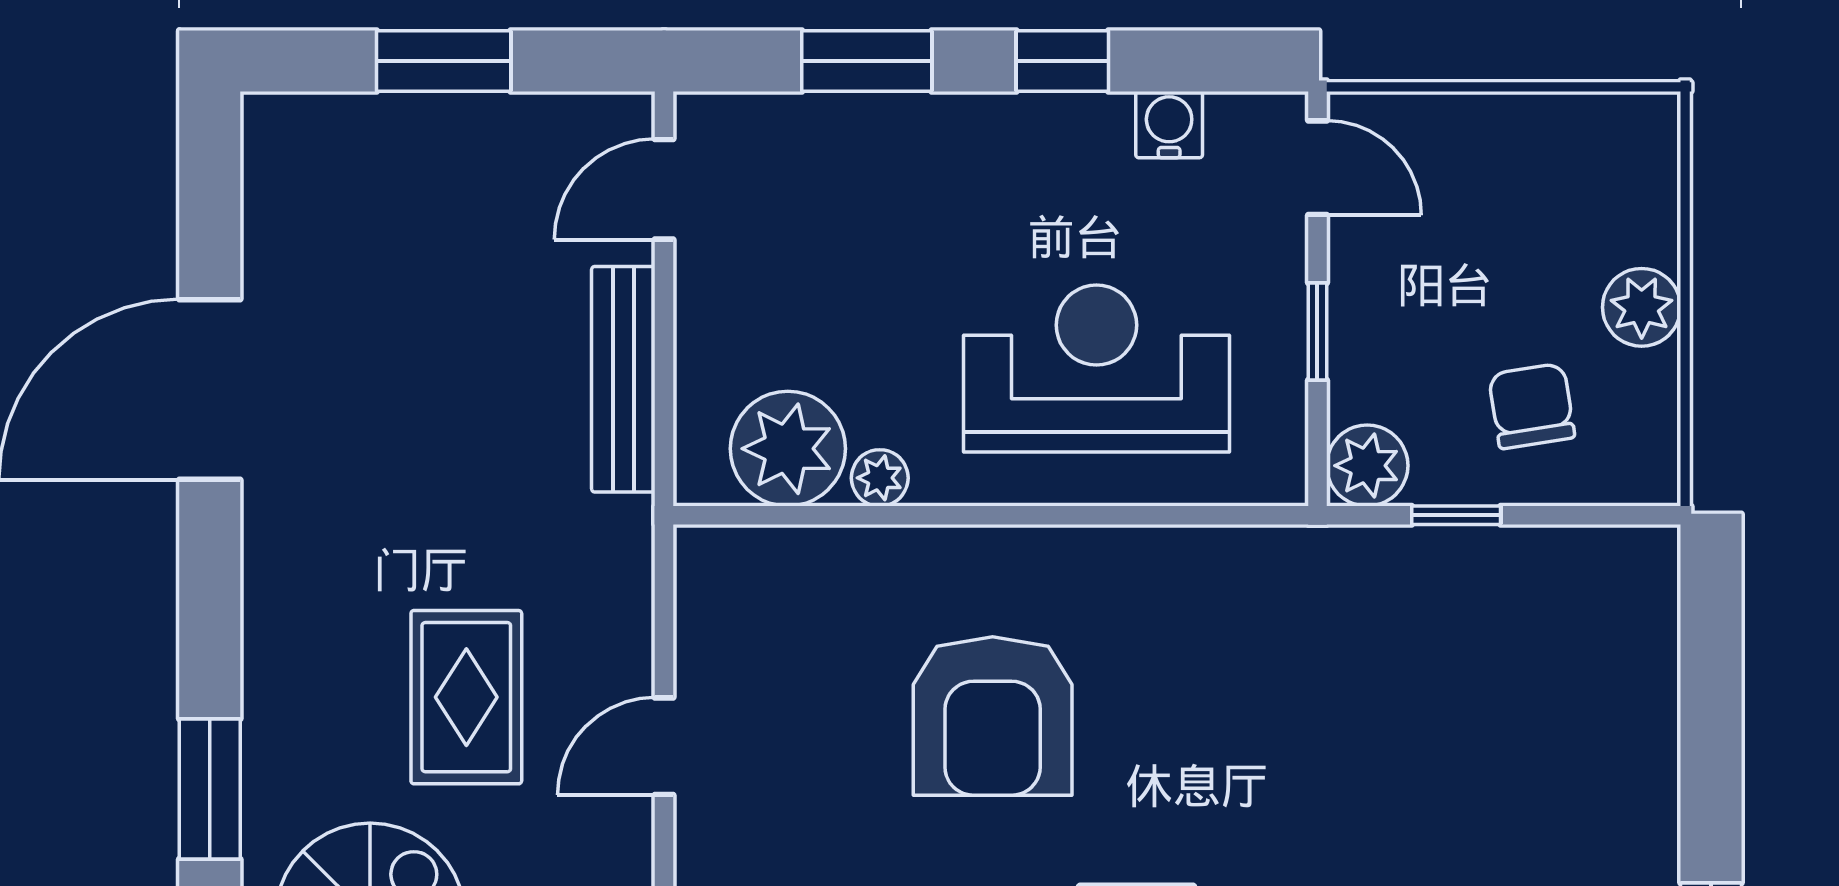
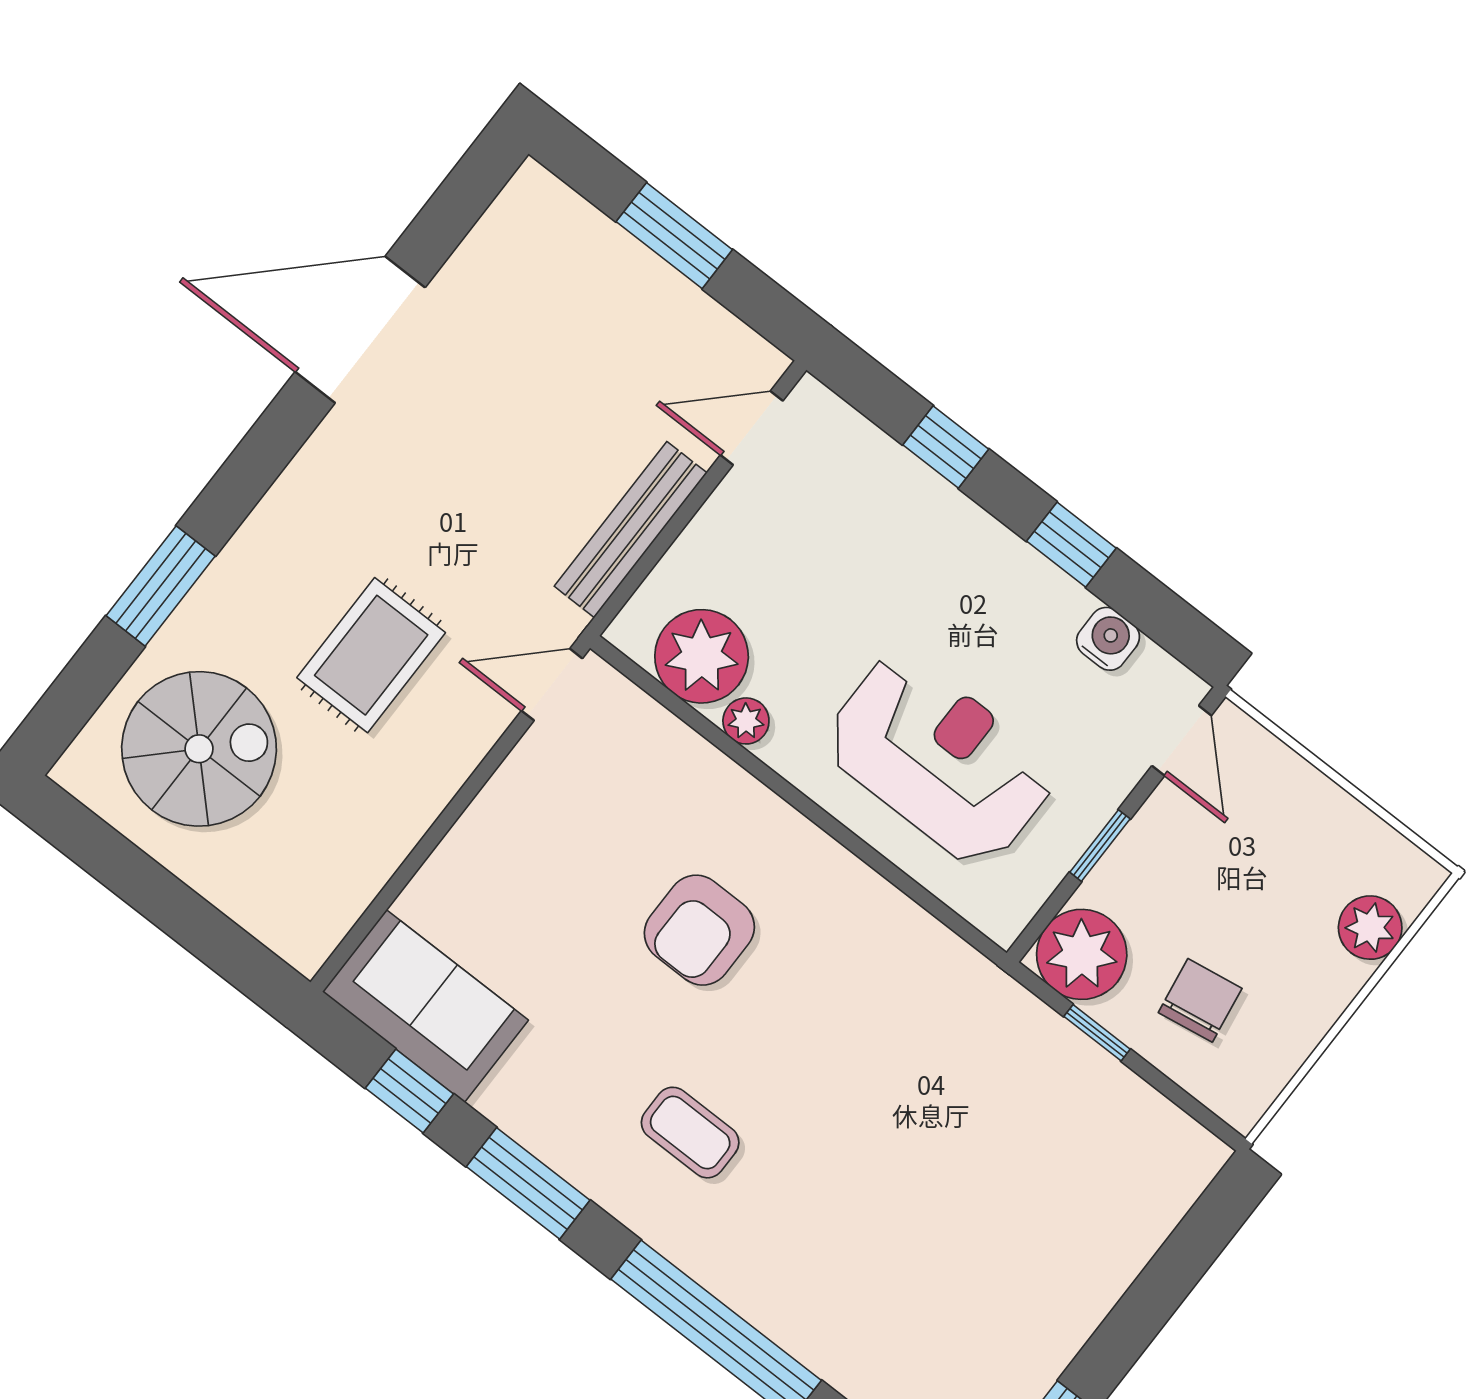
window: (867, 61) -> (946, 447), width x0.67
plant: (1642, 307) -> (1370, 928), moved
plant: (1367, 466) -> (1082, 954), width x1.36, depth x1.36
armchair: (993, 716) -> (699, 930), width x0.73, depth x0.73
door: (664, 746) -> (552, 685), moved

